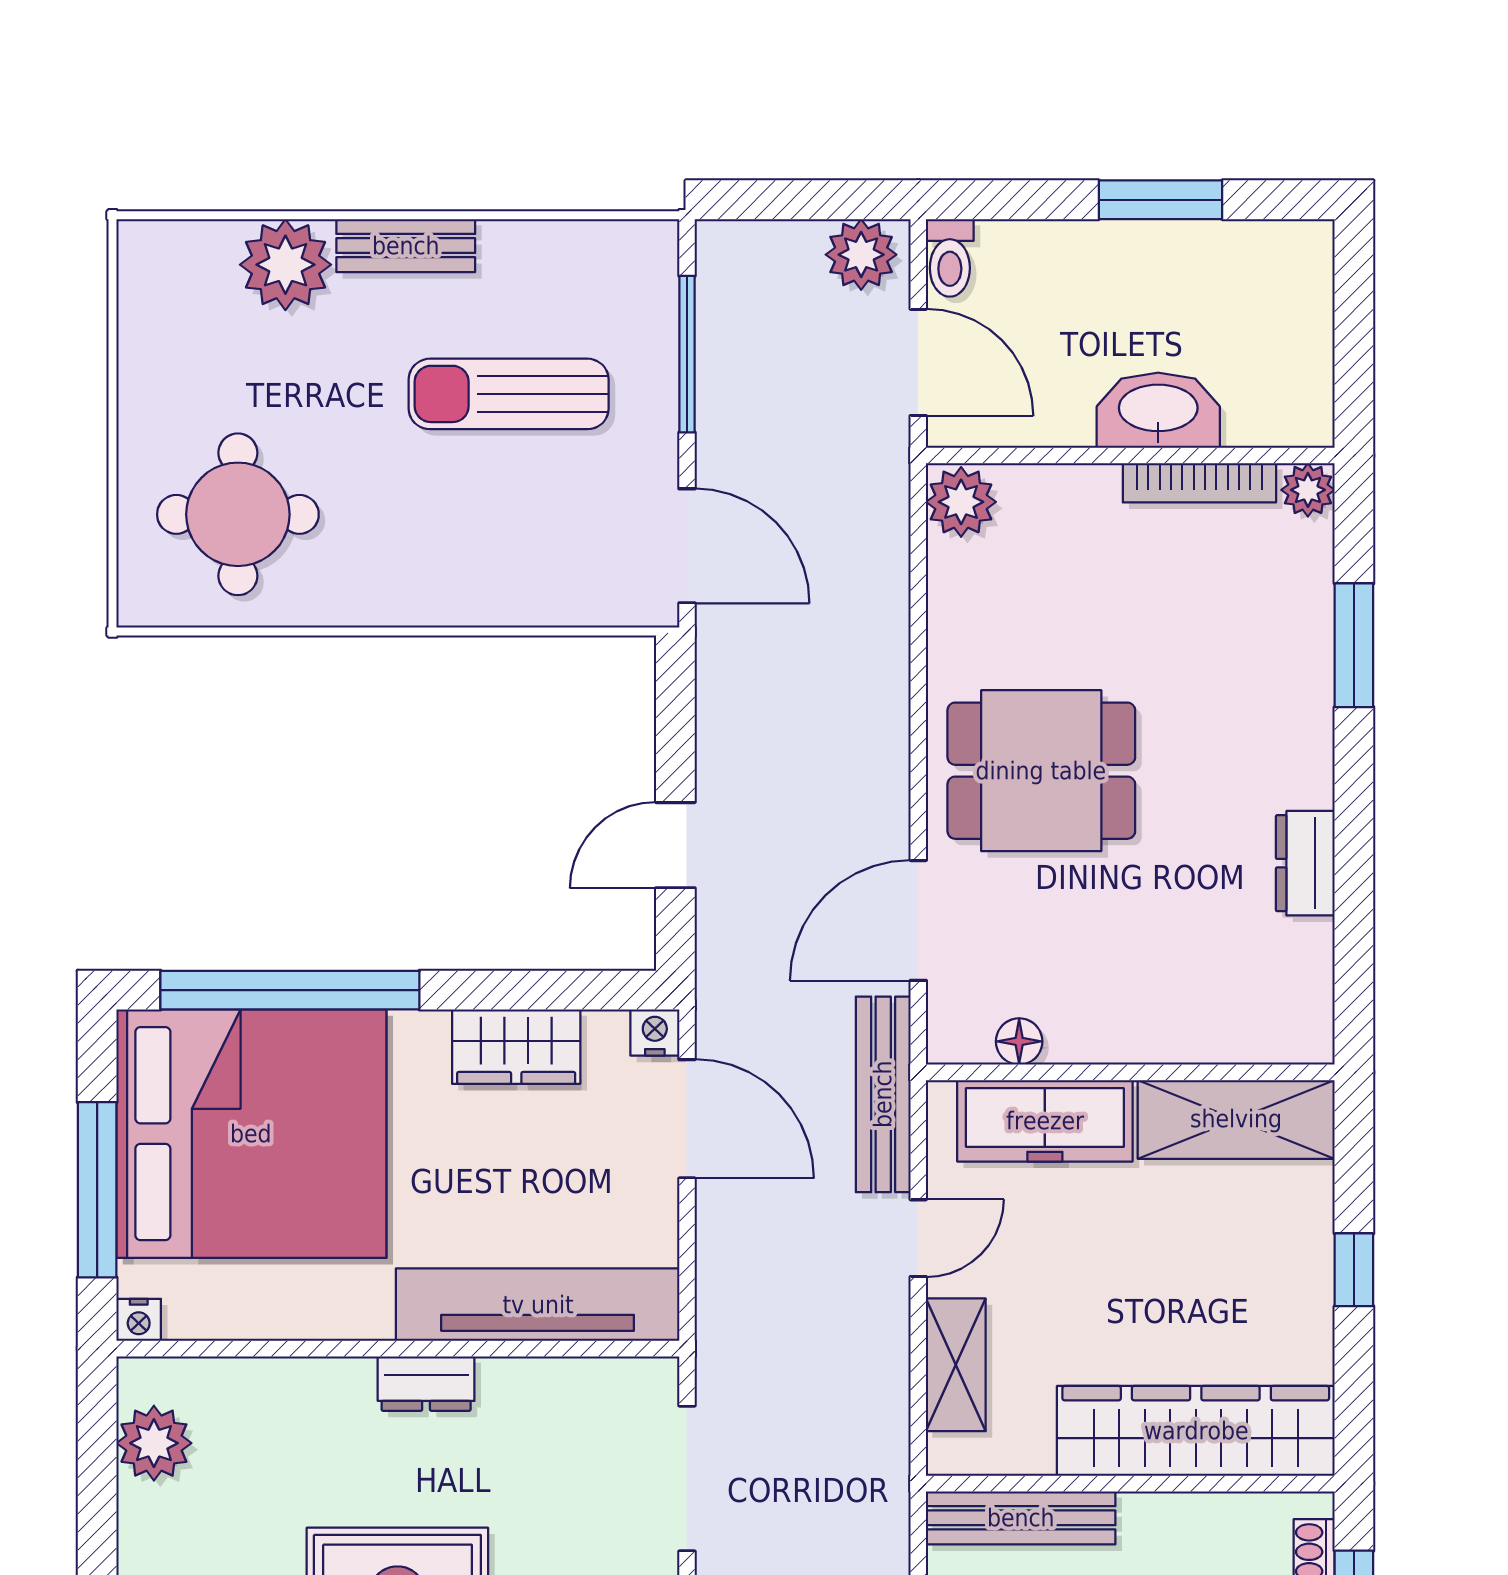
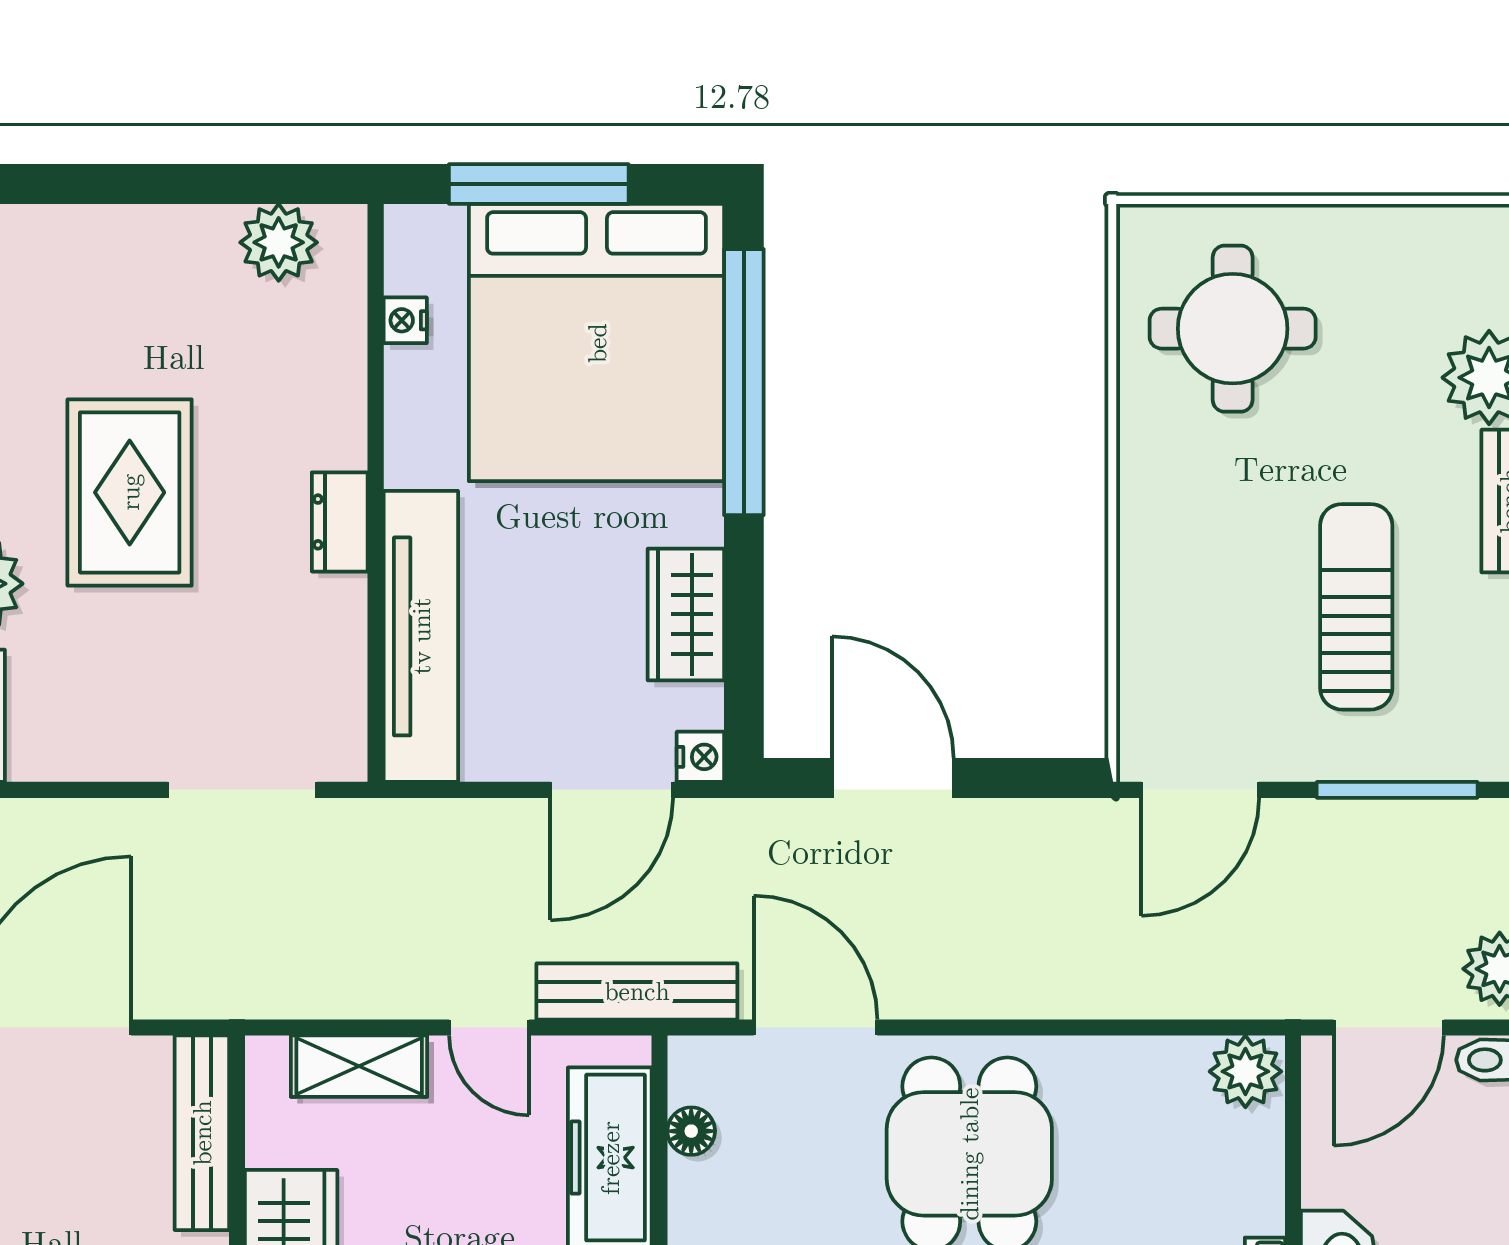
door: (675, 845) -> (893, 778), width x1.38
nightstand: (139, 1320) -> (405, 320), moved

